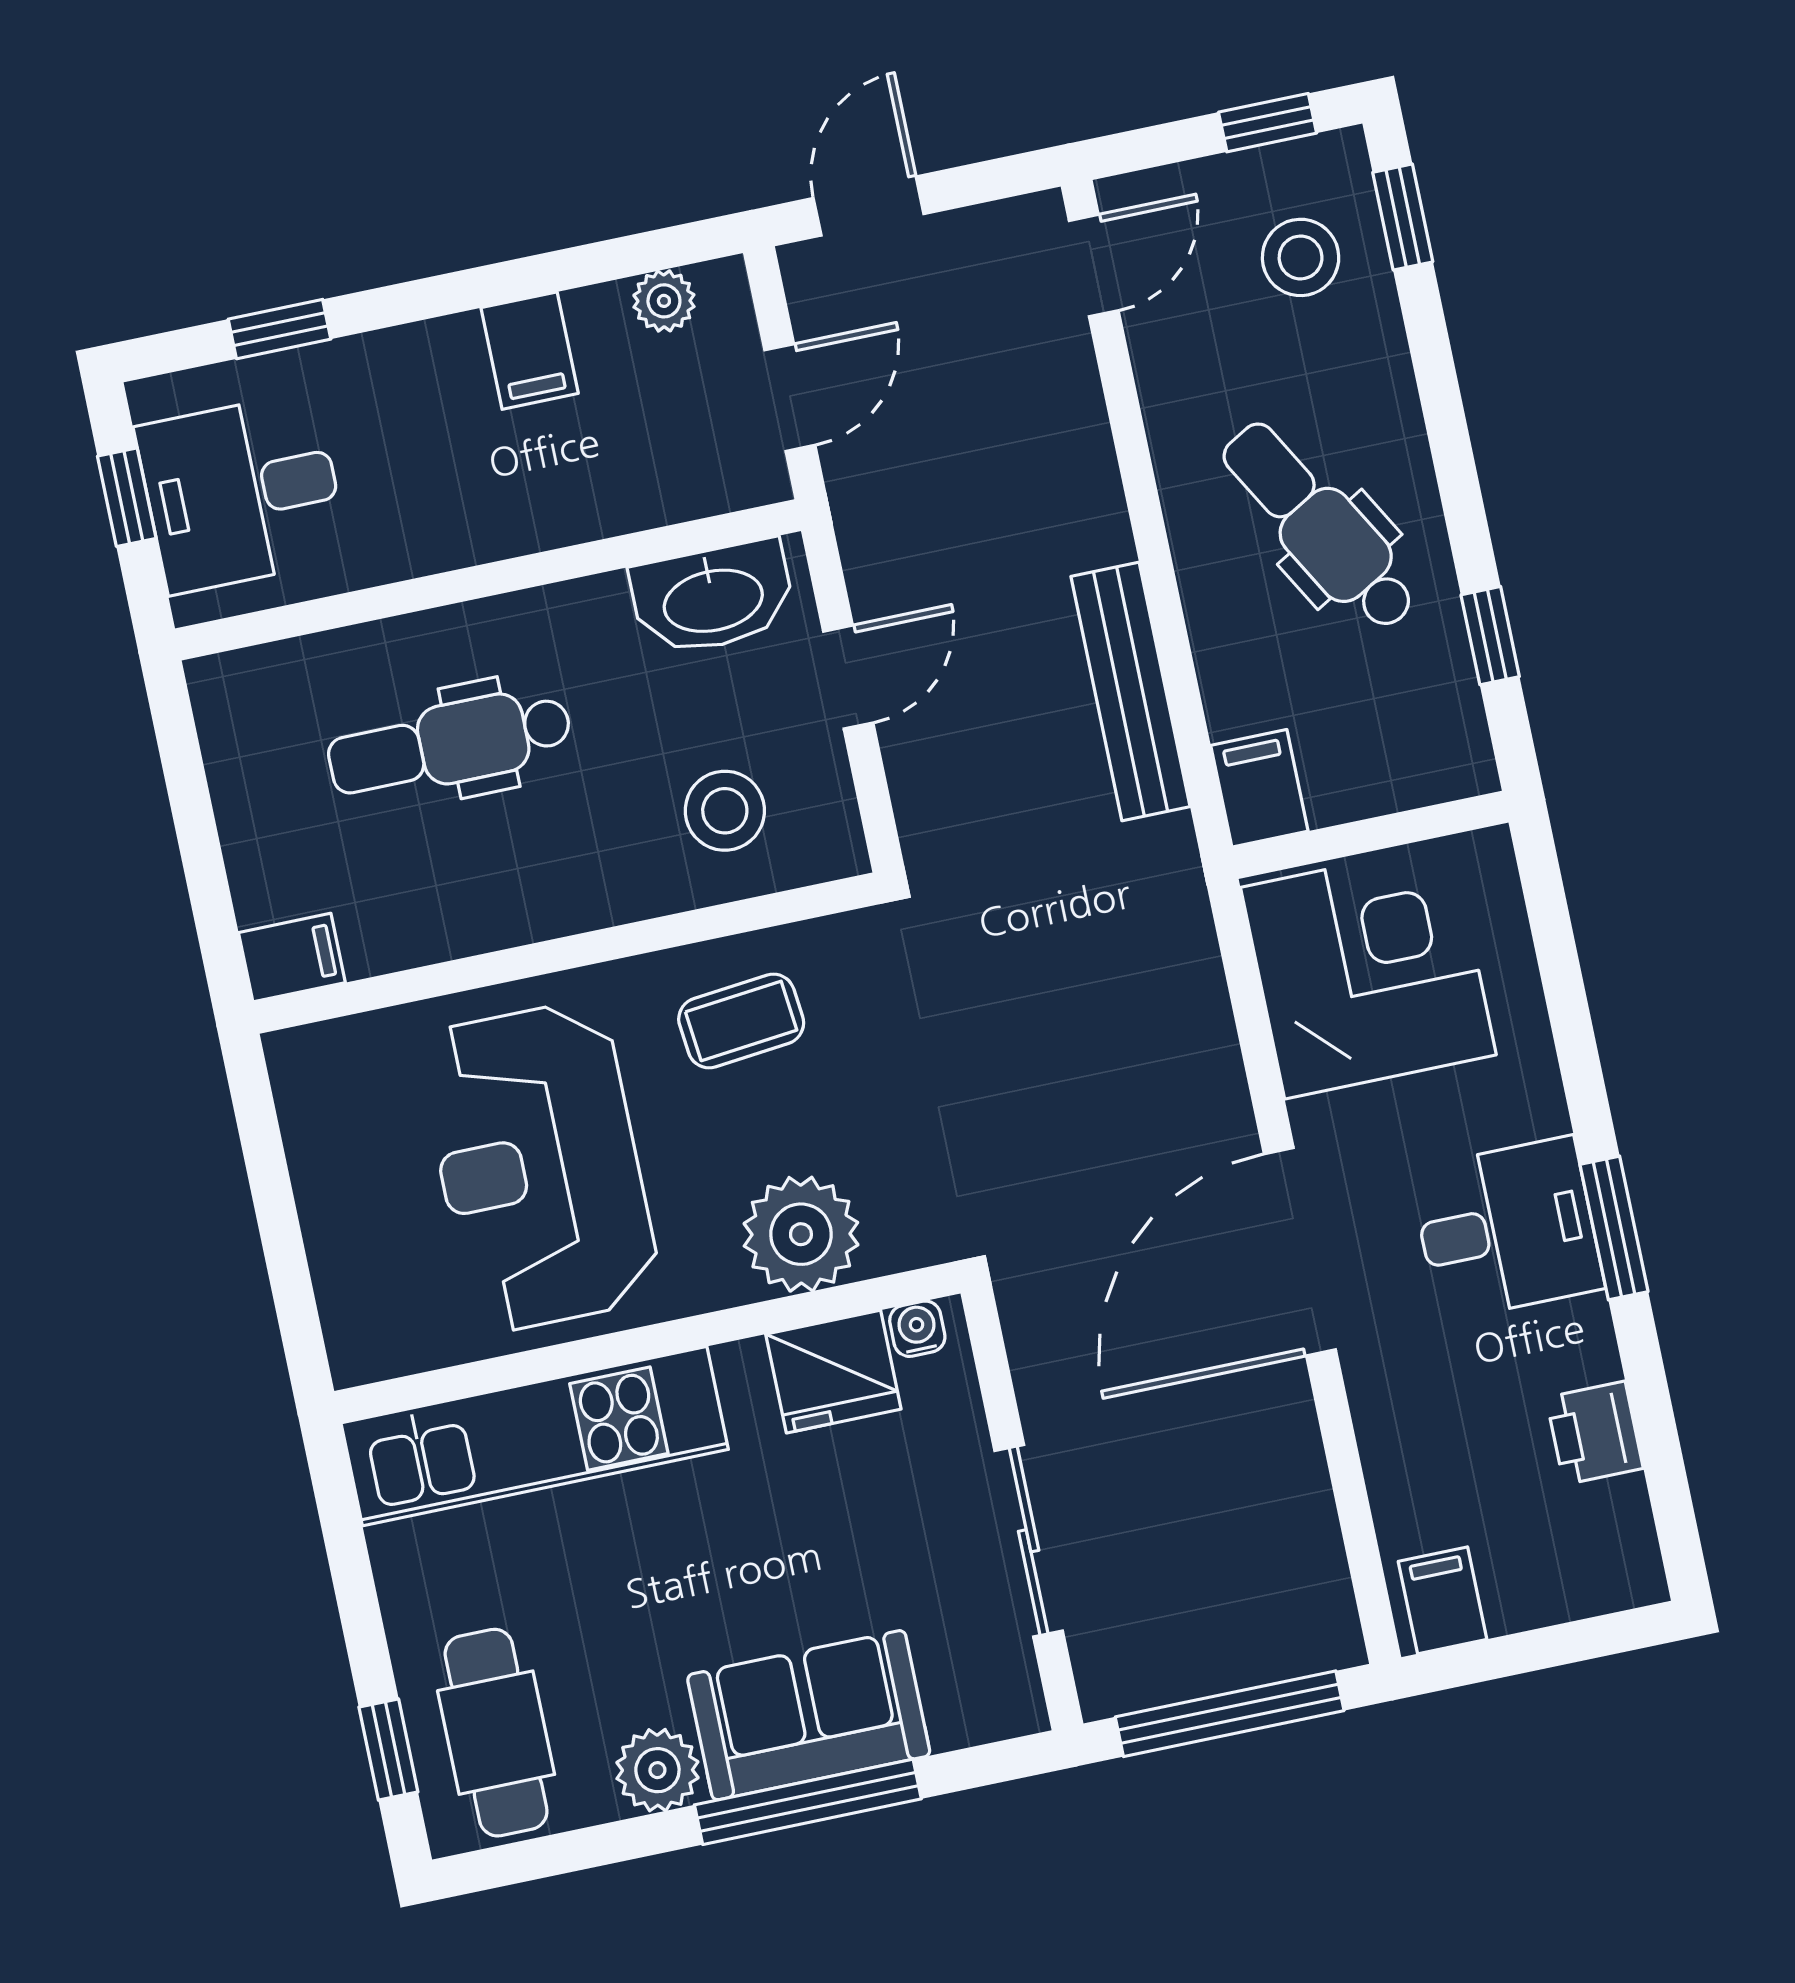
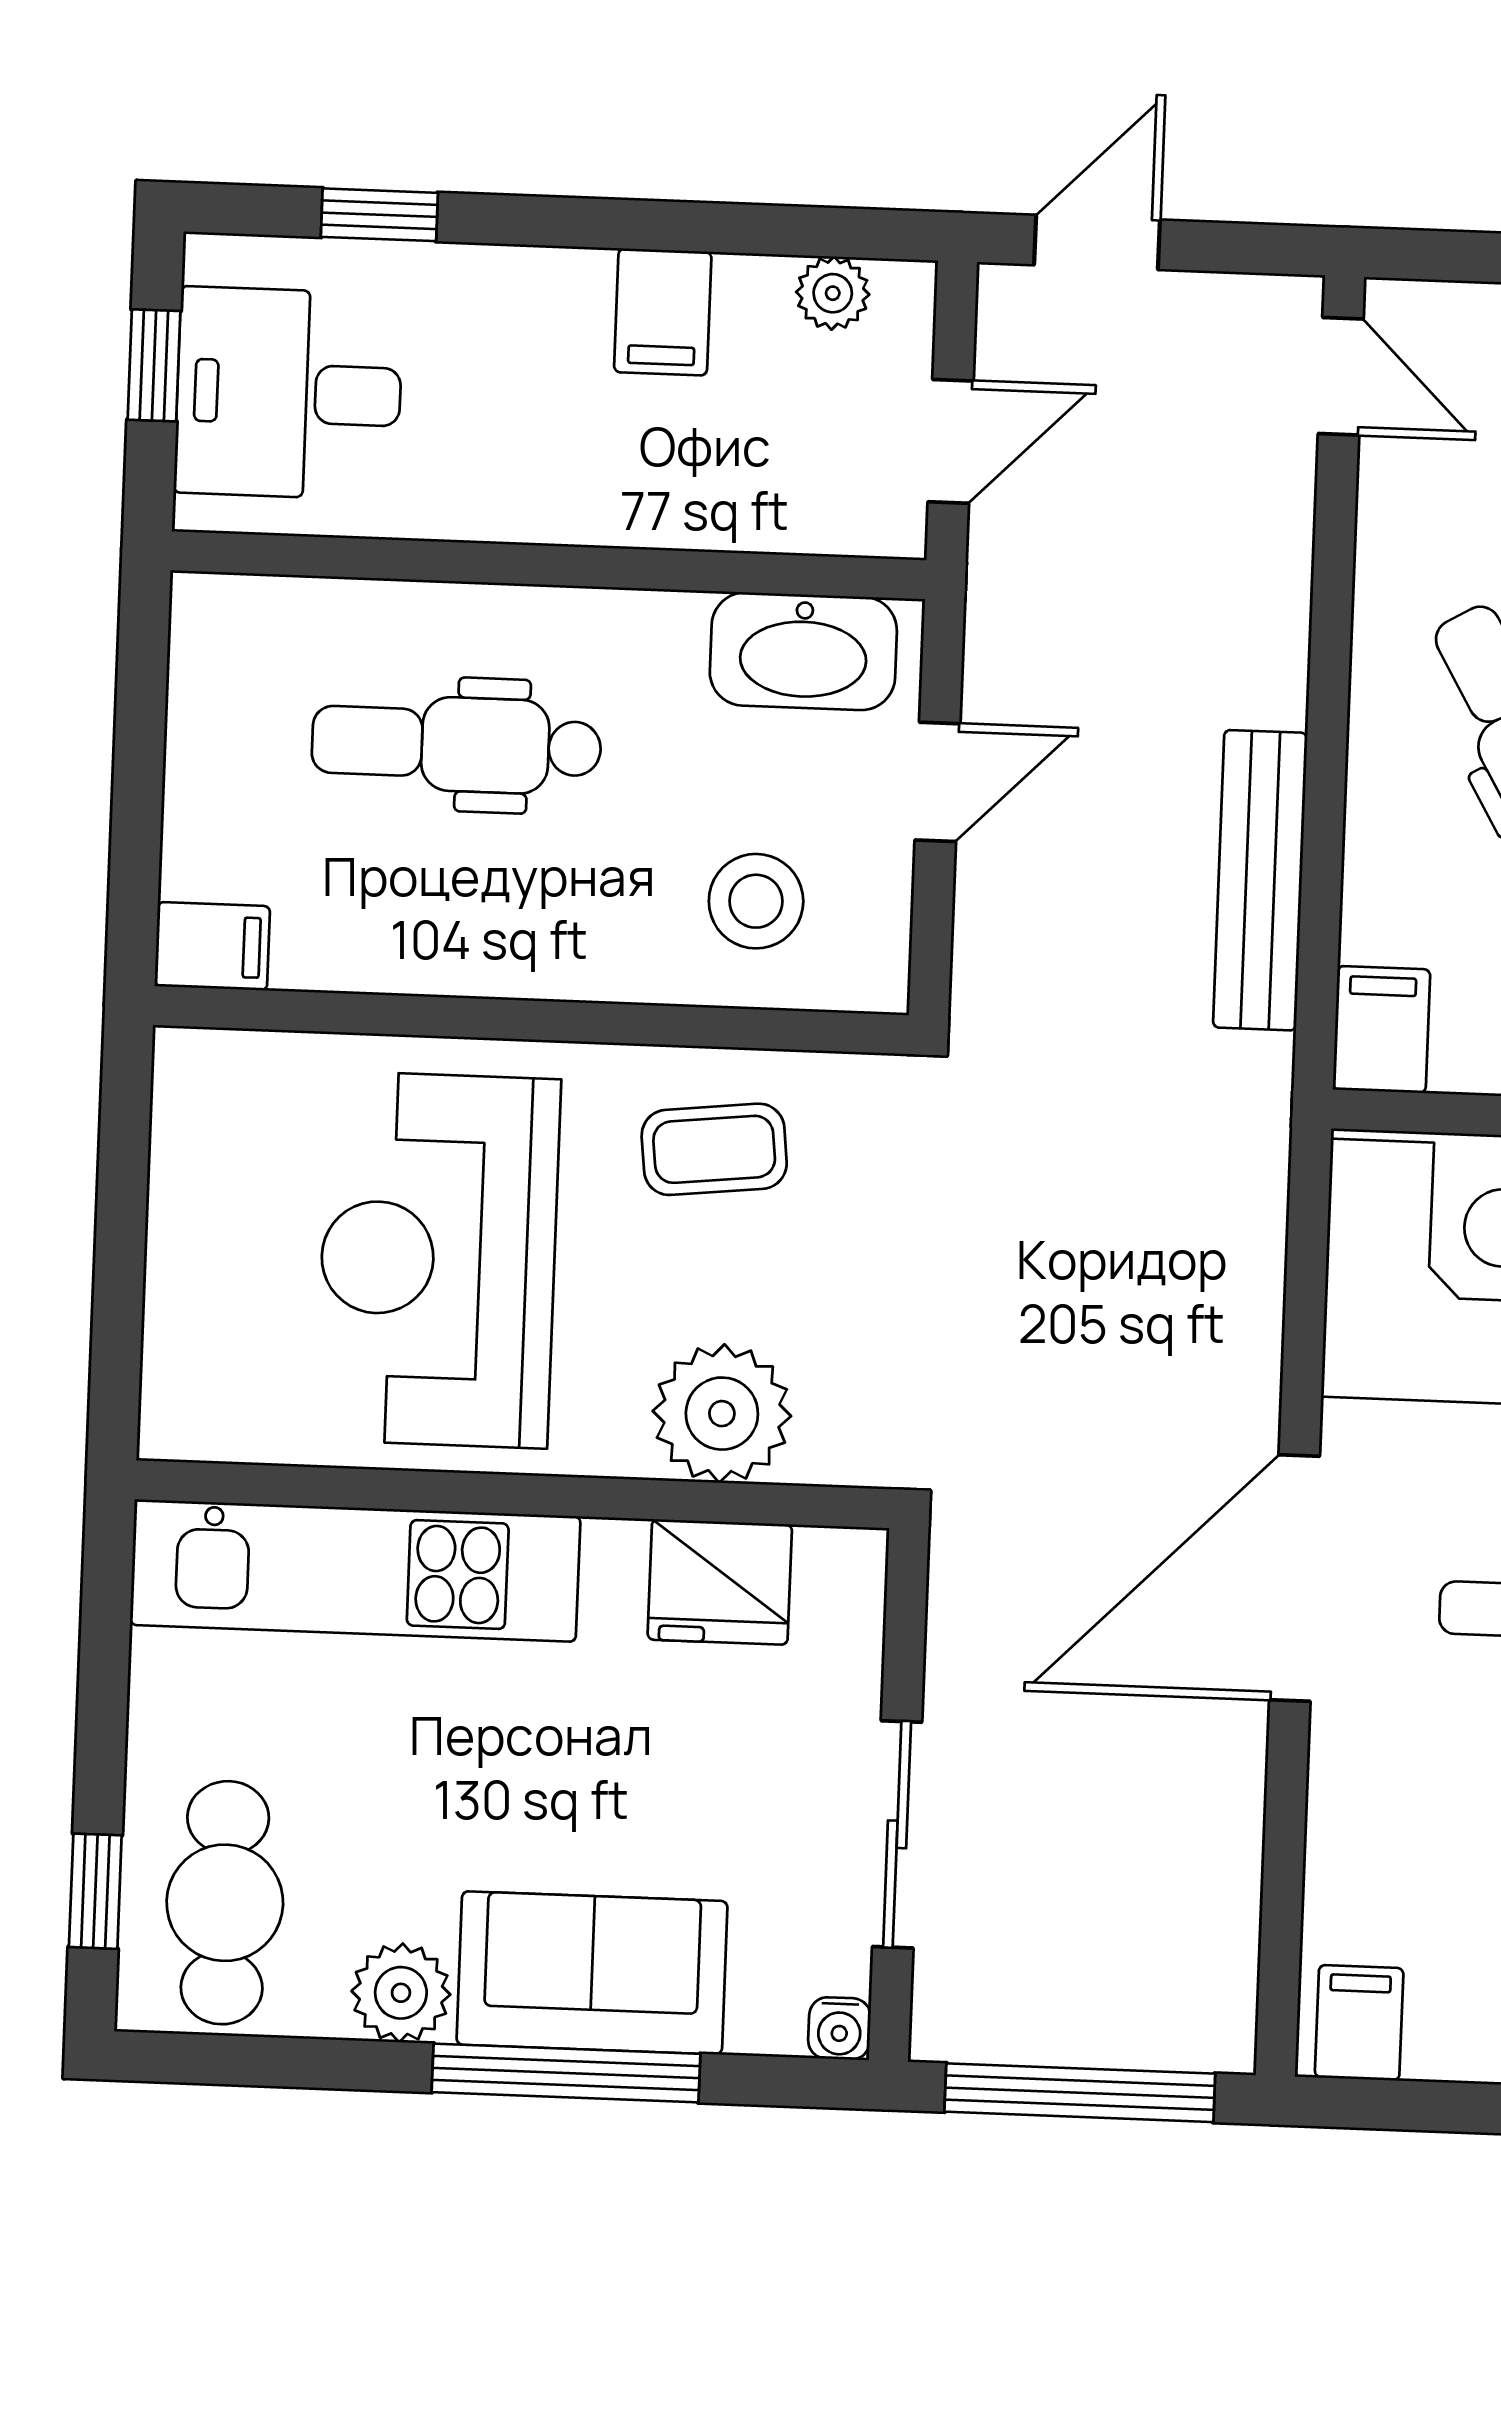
door: (1094, 266) -> (1341, 376), hinge flipped
water cooler: (917, 1329) -> (839, 2028), moved, turned 180

